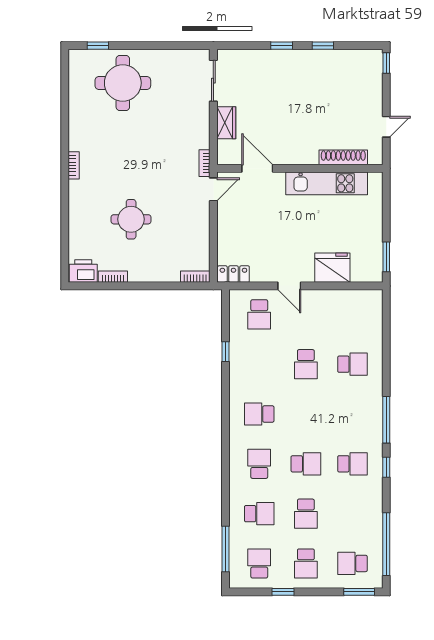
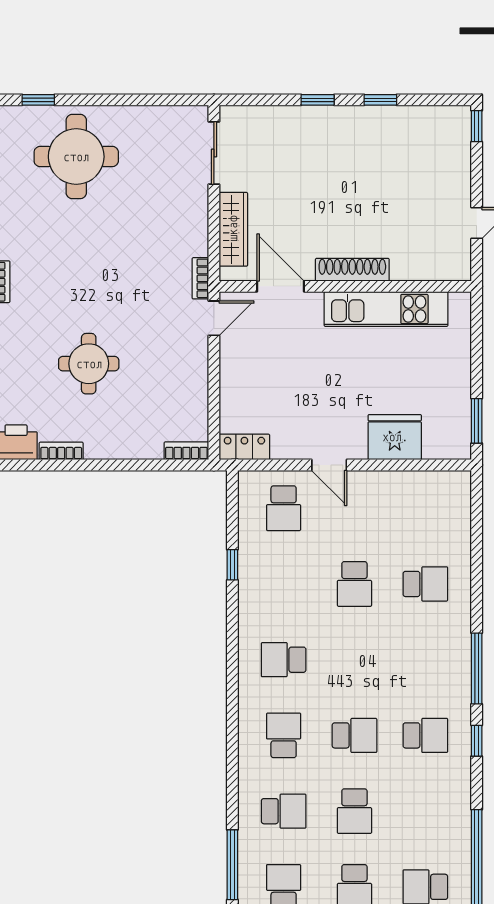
wardrobe: (226, 123) -> (233, 229), width x1.50
shoe rack: (343, 157) -> (352, 270), moved

